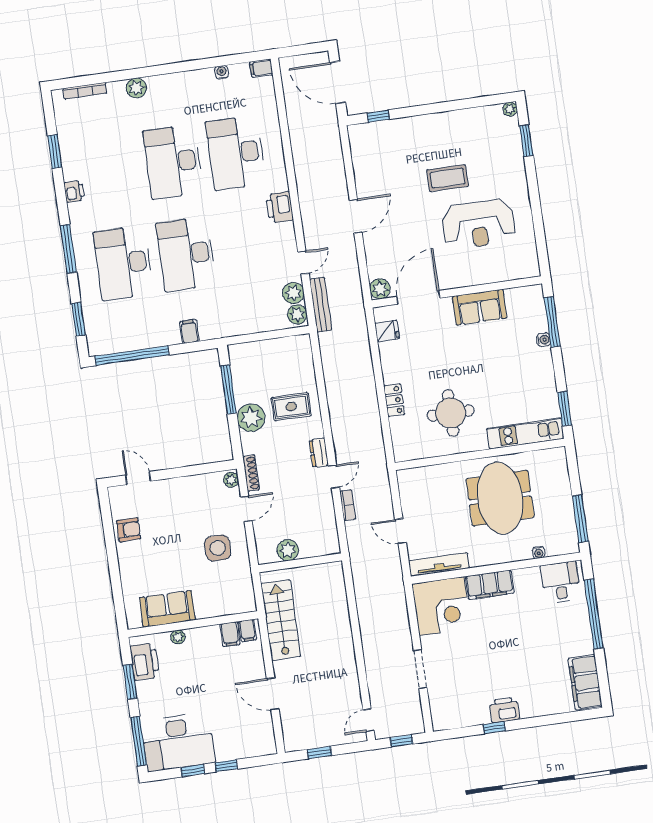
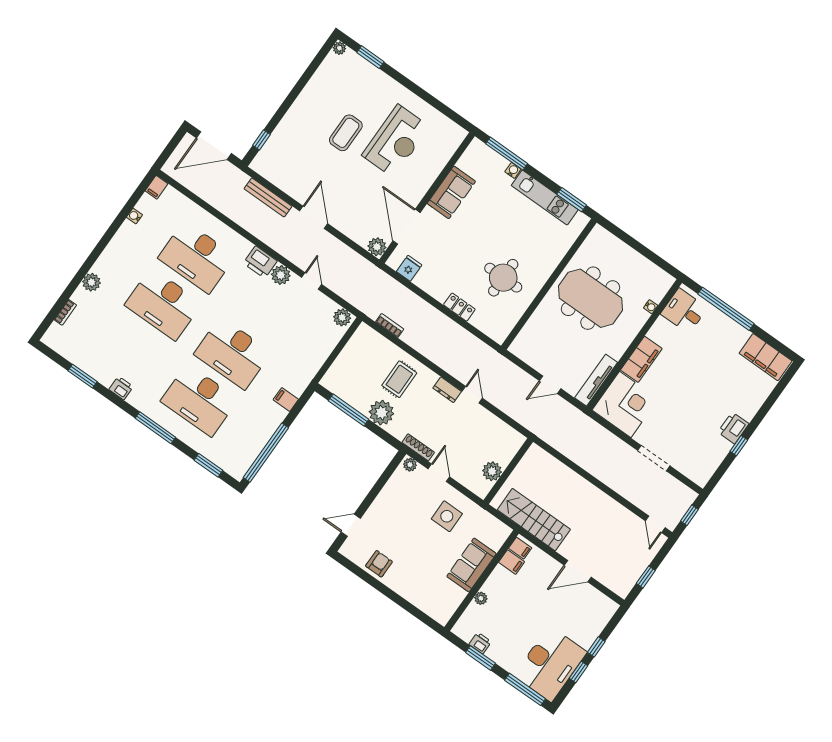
bookcase: (85, 91) -> (65, 312), width x0.64
plant: (293, 293) -> (281, 275), moved
bench: (321, 305) -> (268, 197), moved
kitchen unit: (525, 433) -> (545, 198), moved, turned -90
bookcase: (348, 505) -> (390, 325), moved
window: (580, 519) -> (654, 258), removed
sofa: (167, 609) -> (472, 565), moved
printer: (145, 662) -> (480, 643), width x0.53, depth x0.68

